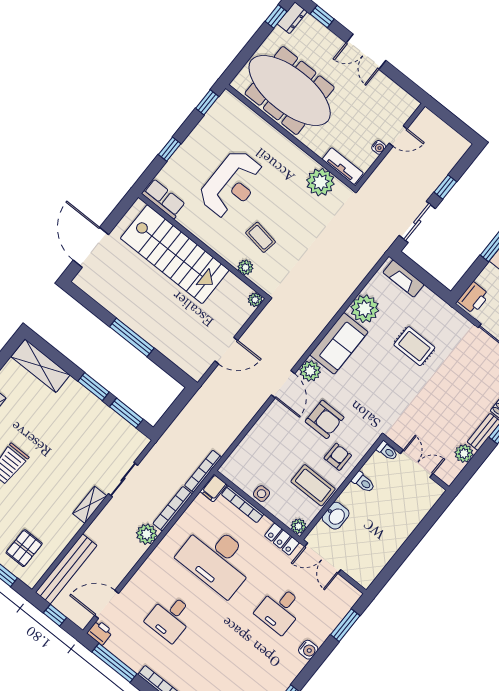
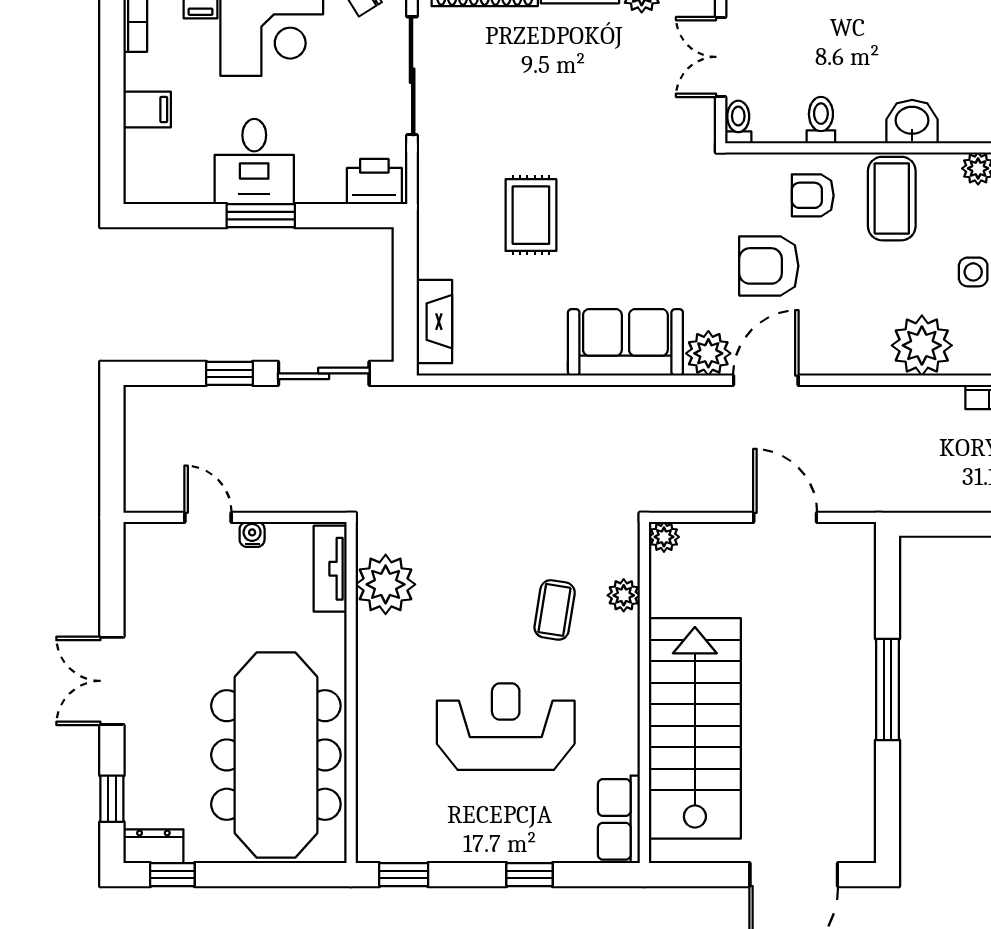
double door: (366, 52) -> (112, 681), swing flipped
plant: (365, 309) -> (922, 345), moved
armchair: (325, 419) -> (769, 266), turned -90

